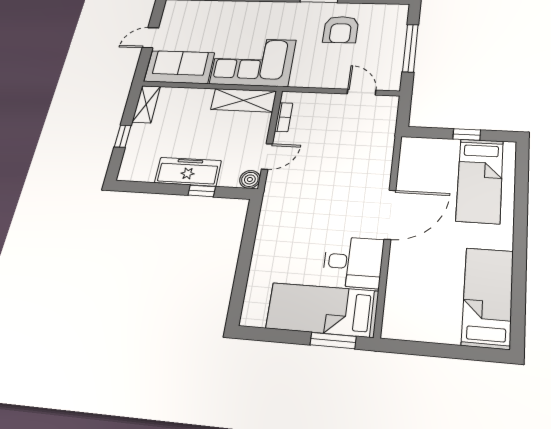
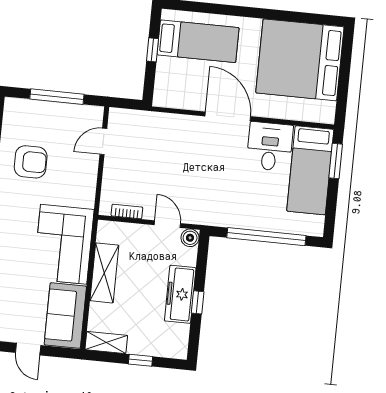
shelving: (244, 100) -> (104, 273), moved
window: (202, 191) -> (198, 302), moved
window: (244, 260) -> (266, 237), added
bed: (488, 297) -> (300, 60), width x2.04

